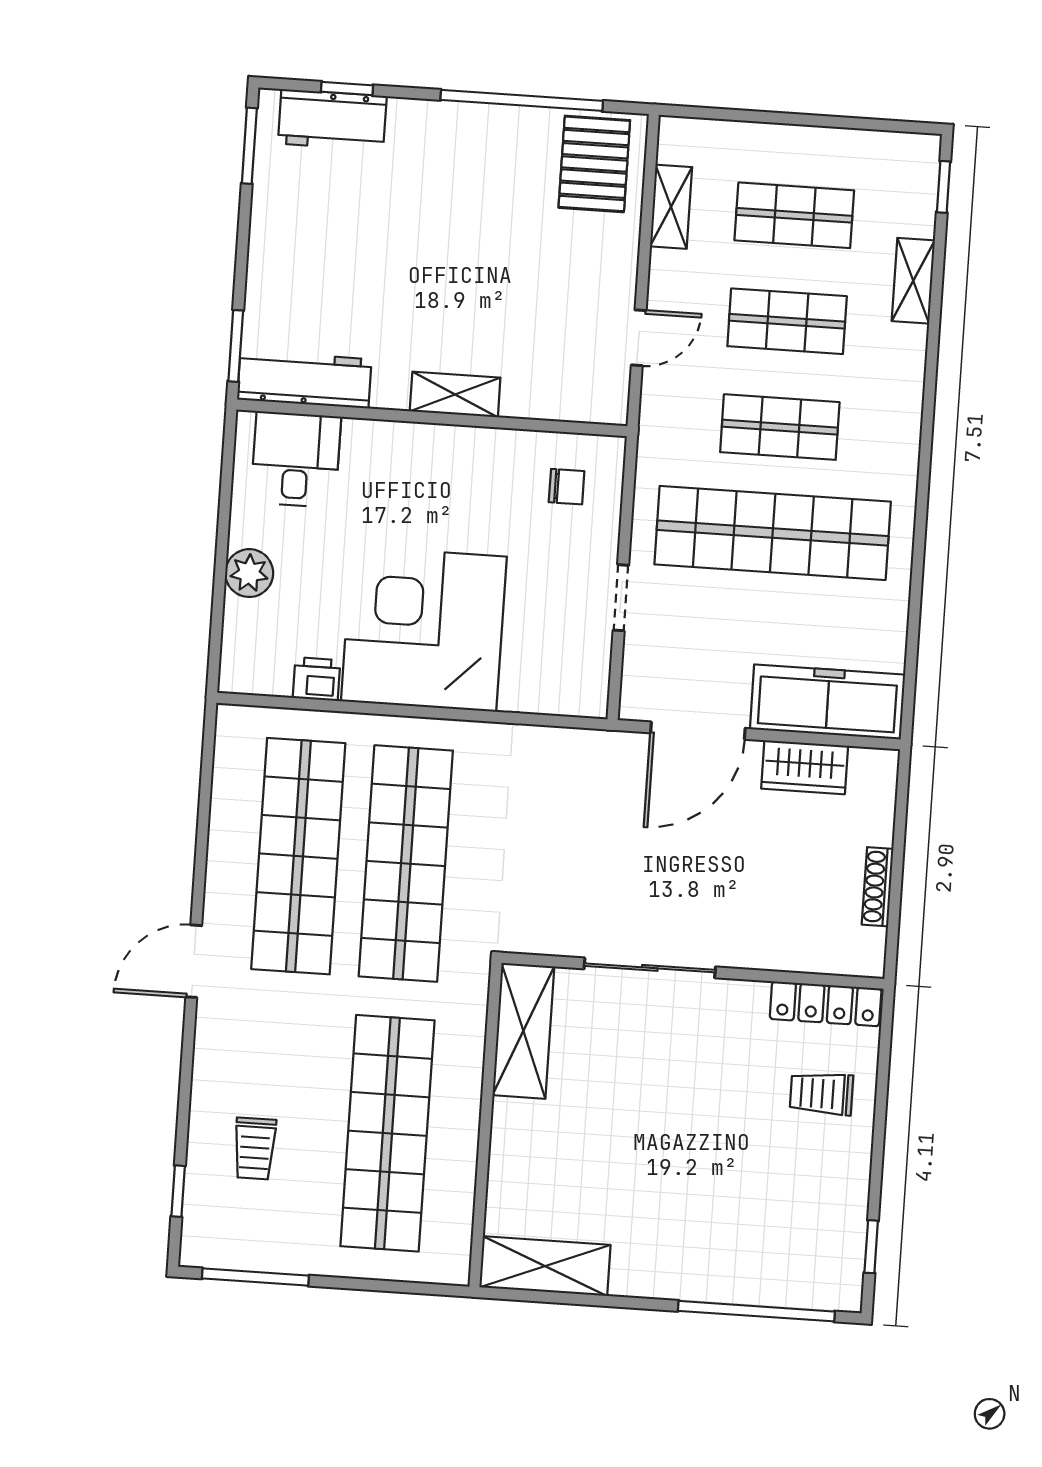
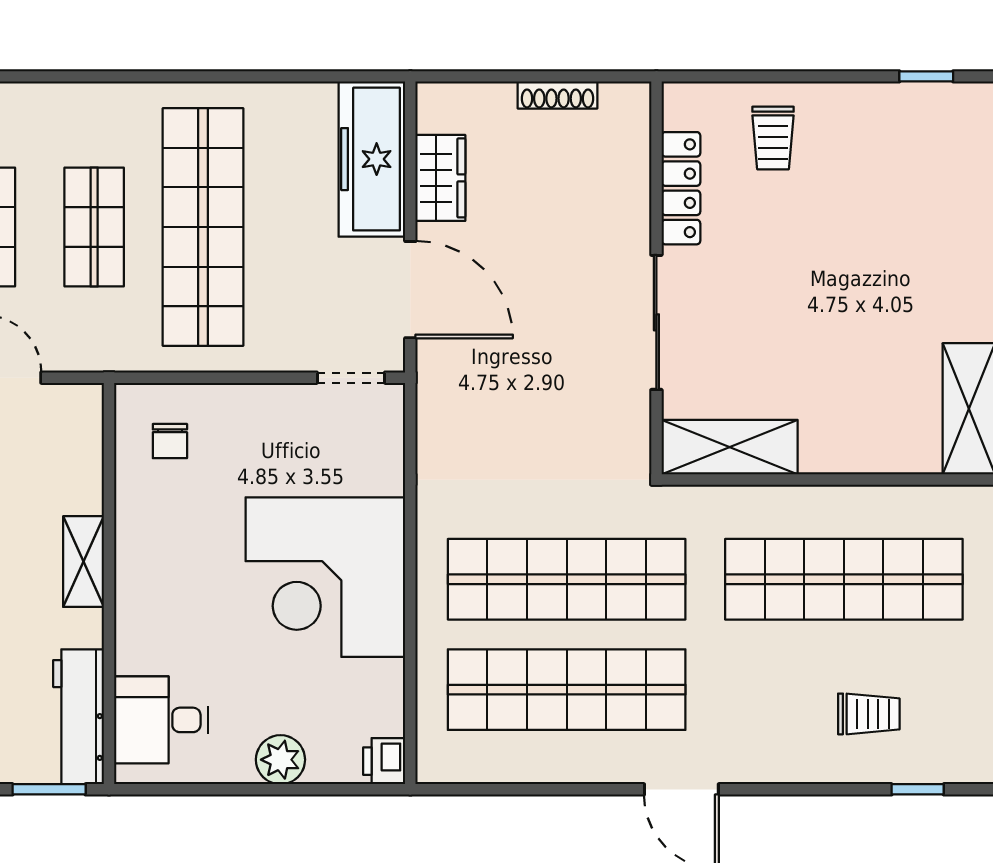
chair: (567, 487) -> (170, 441), turned 180
doorway: (621, 598) -> (351, 378), moved
printer: (317, 679) -> (384, 761), moved
locker: (826, 1004) -> (681, 188), moved

